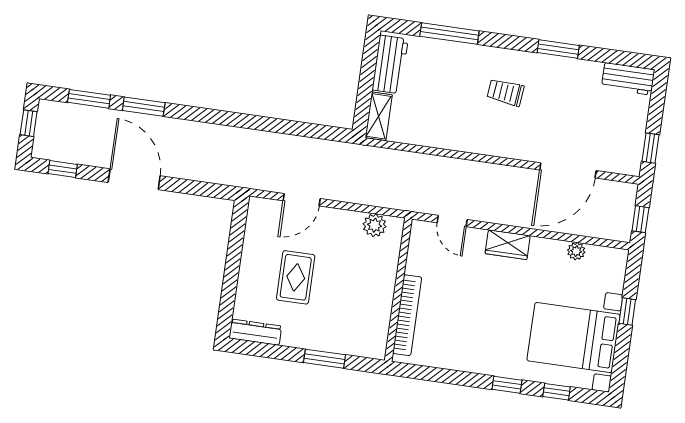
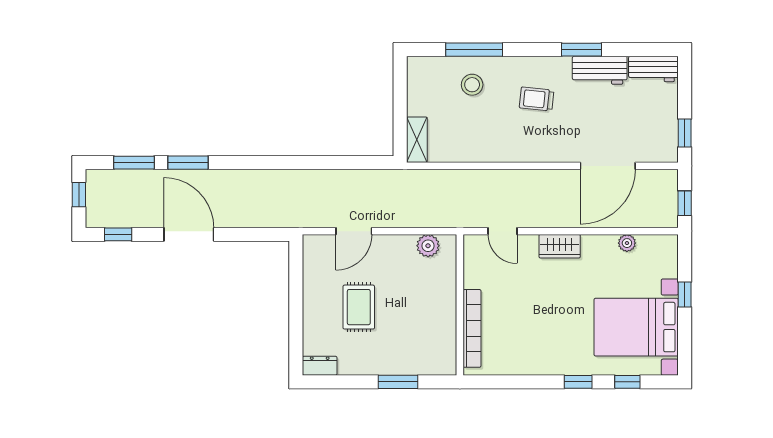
workbench: (390, 64) -> (600, 70), moved, turned 90
stool: (442, 69) -> (472, 85), added
dresser: (255, 332) -> (320, 366), width x0.70

